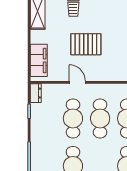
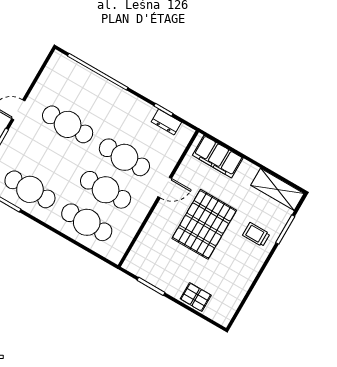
pallet: (86, 44) -> (204, 224), width x1.37, depth x1.41
dresser: (36, 93) -> (166, 122), moved

